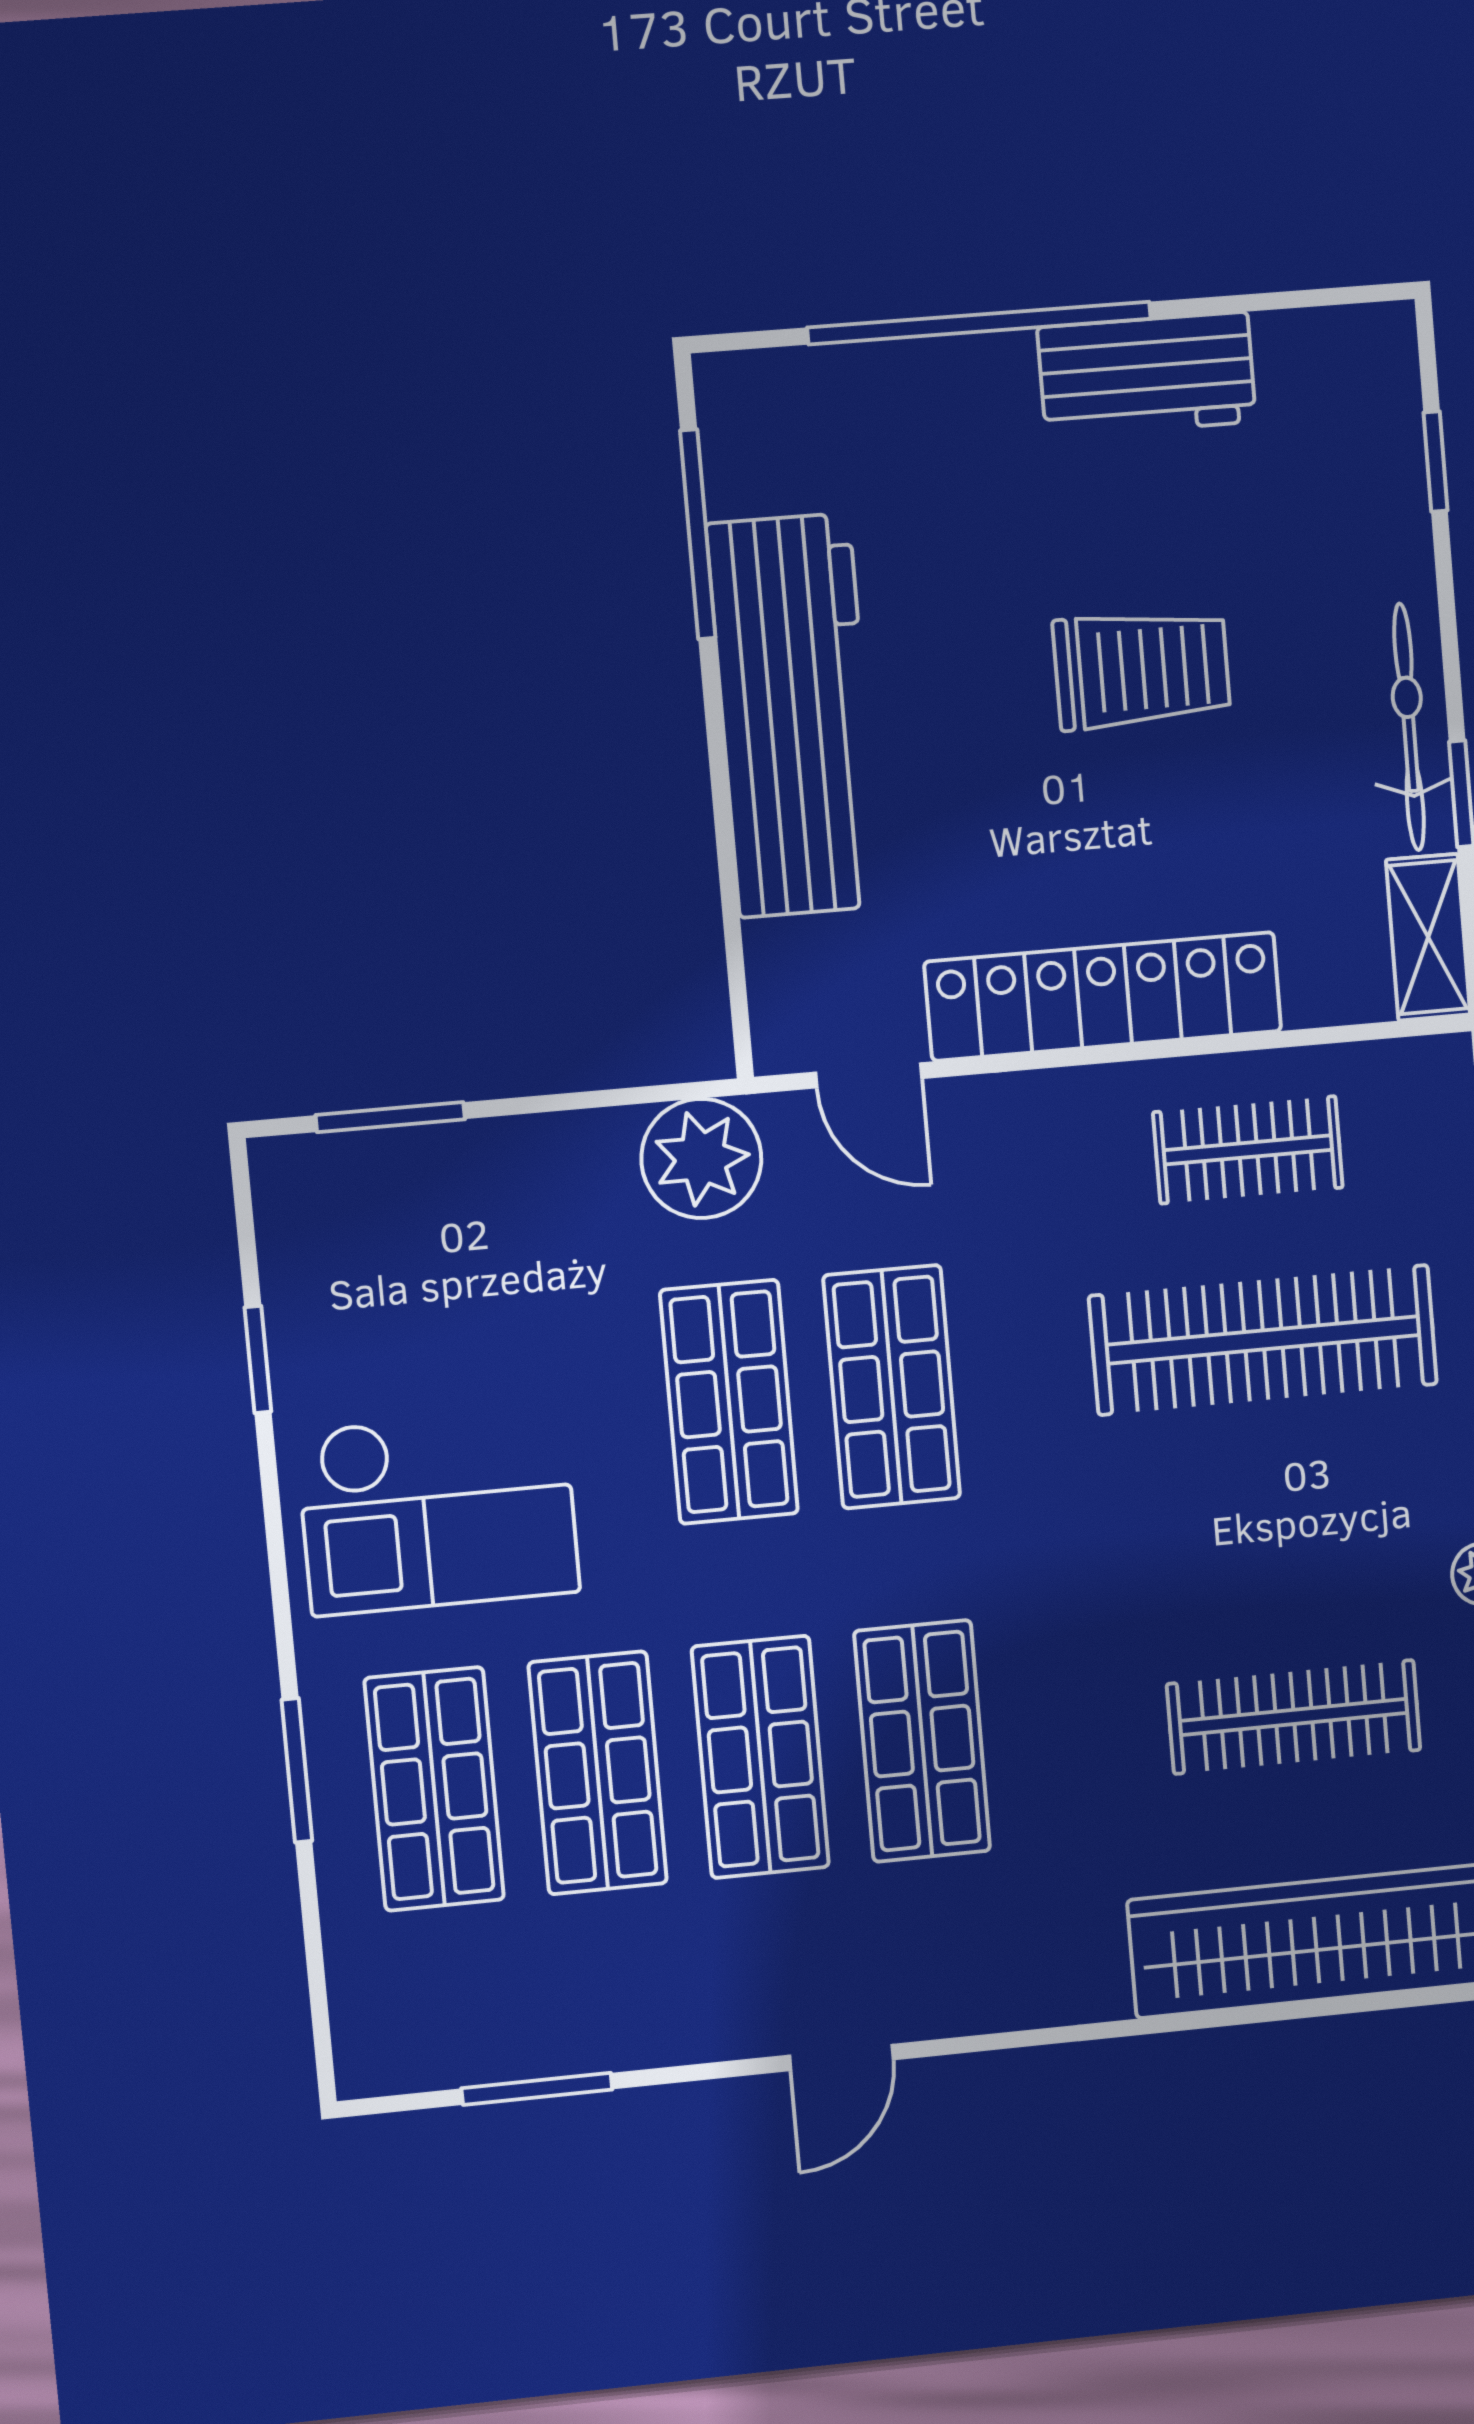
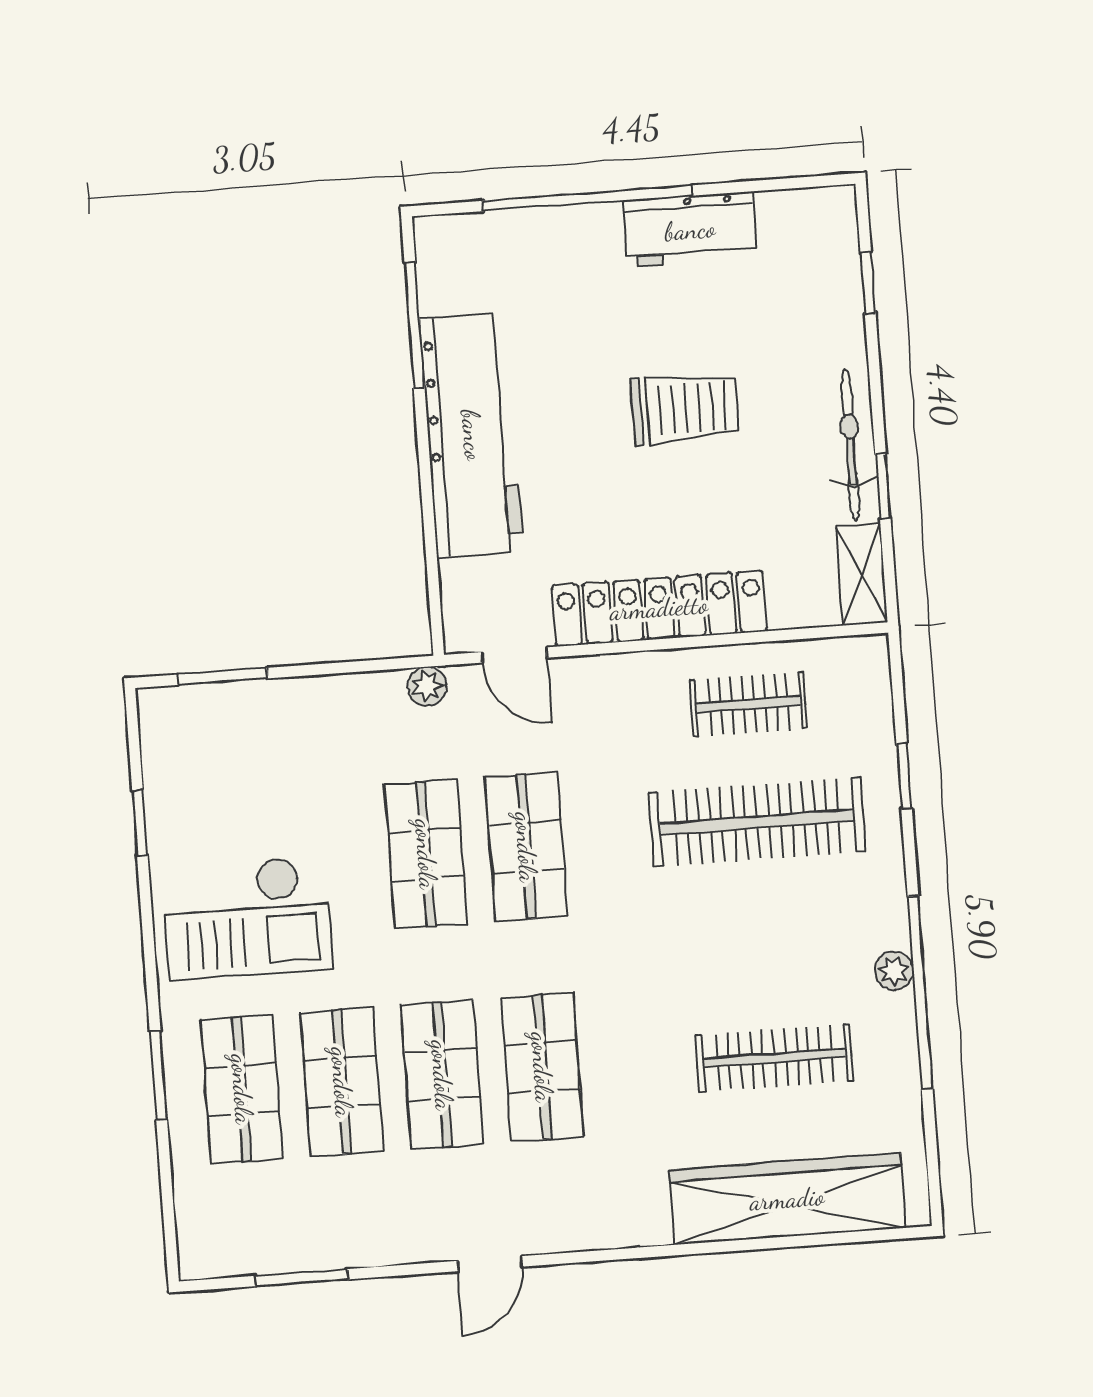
plant: (701, 1158) -> (427, 686), width x0.53, depth x0.53

